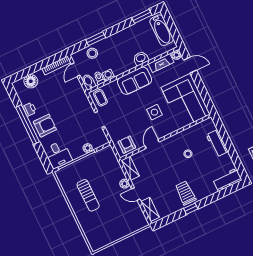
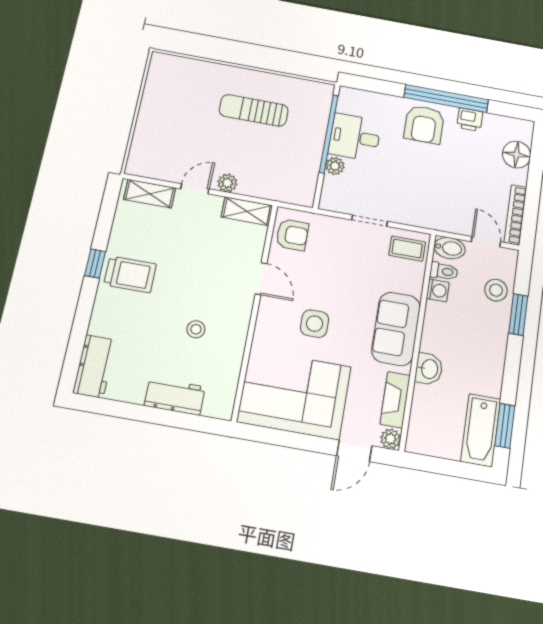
bathtub: (162, 30) -> (481, 430), moved, turned -90
desk: (58, 155) -> (355, 137), moved

